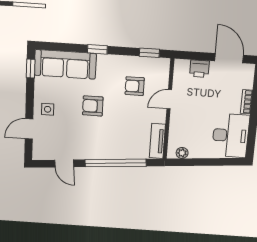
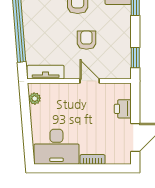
armchair: (135, 86) -> (86, 40), moved

